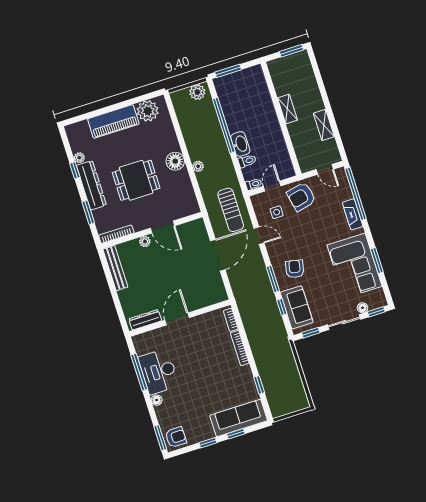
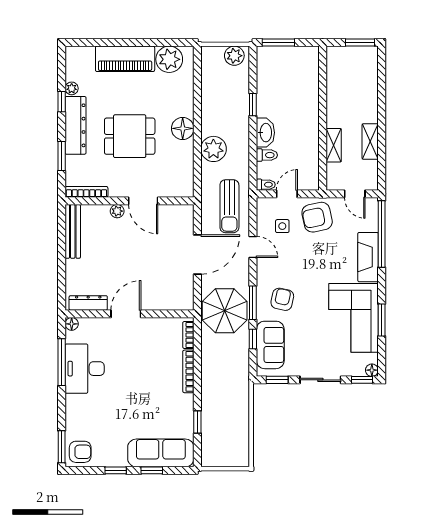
shelving: (287, 109) -> (334, 145), moved
window: (224, 125) -> (253, 105), width x0.32
plant: (198, 166) -> (213, 149), width x1.88, depth x1.88
fireplace: (353, 214) -> (368, 257), width x1.37, depth x1.32
parasol: (253, 292) -> (225, 311), added
floor lamp: (362, 308) -> (372, 370), moved
floor lamp: (157, 400) -> (72, 324), moved

